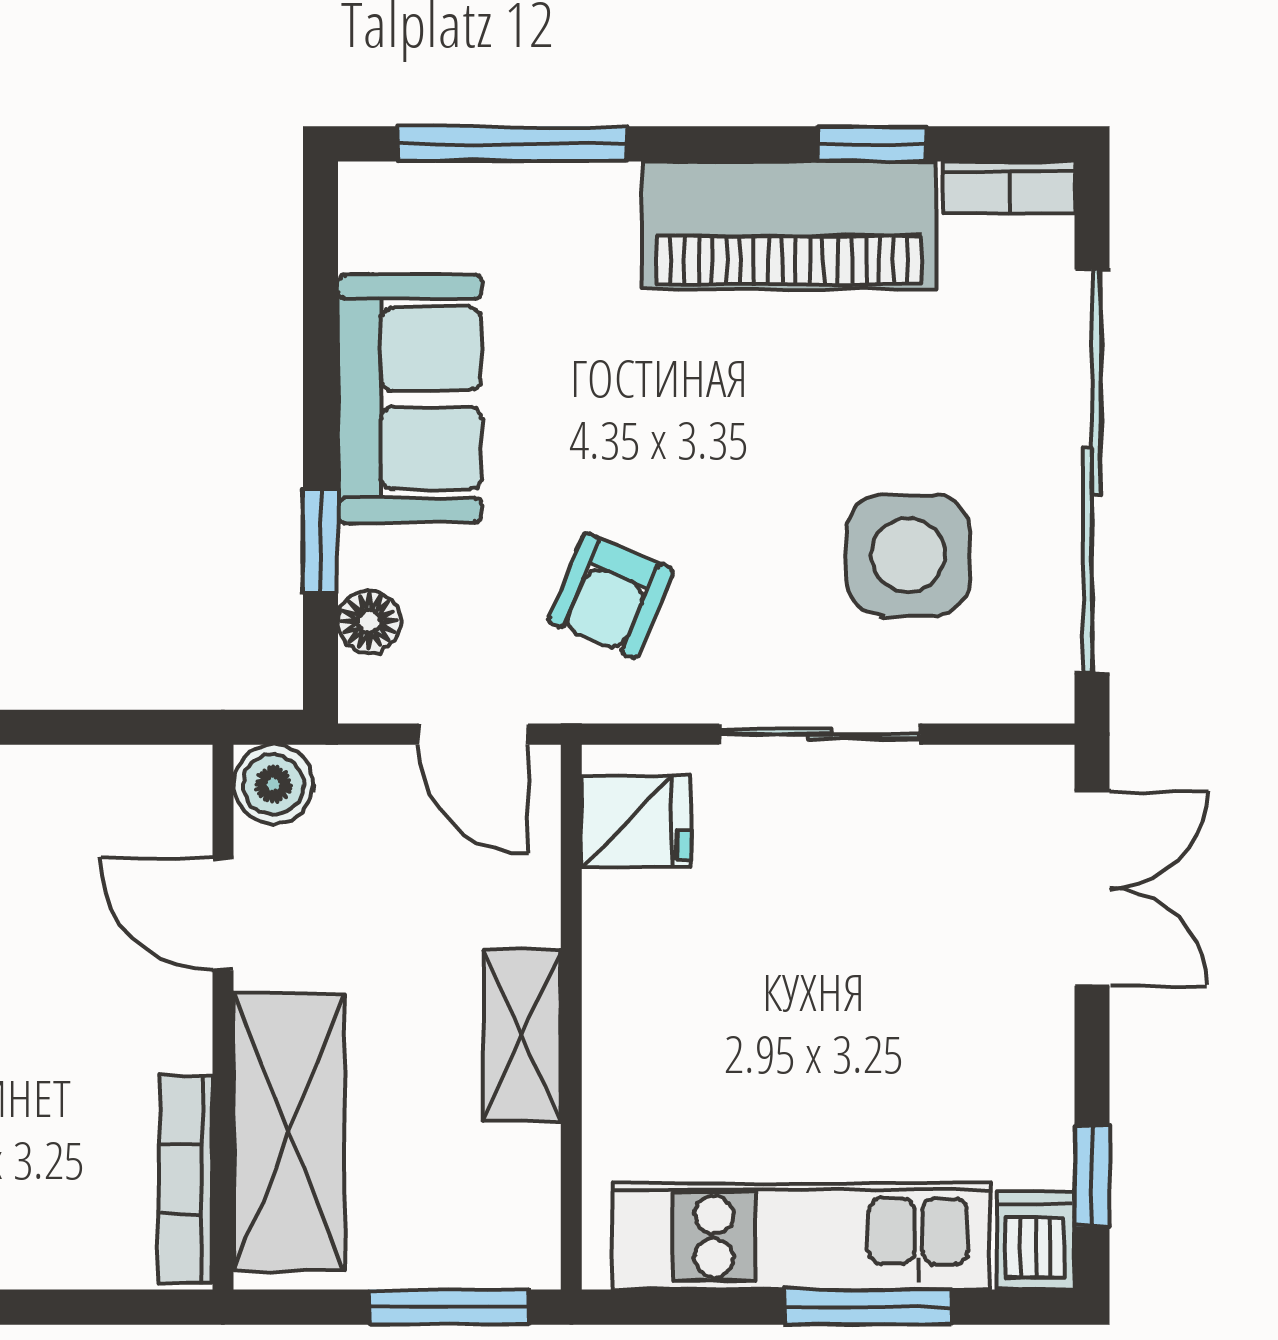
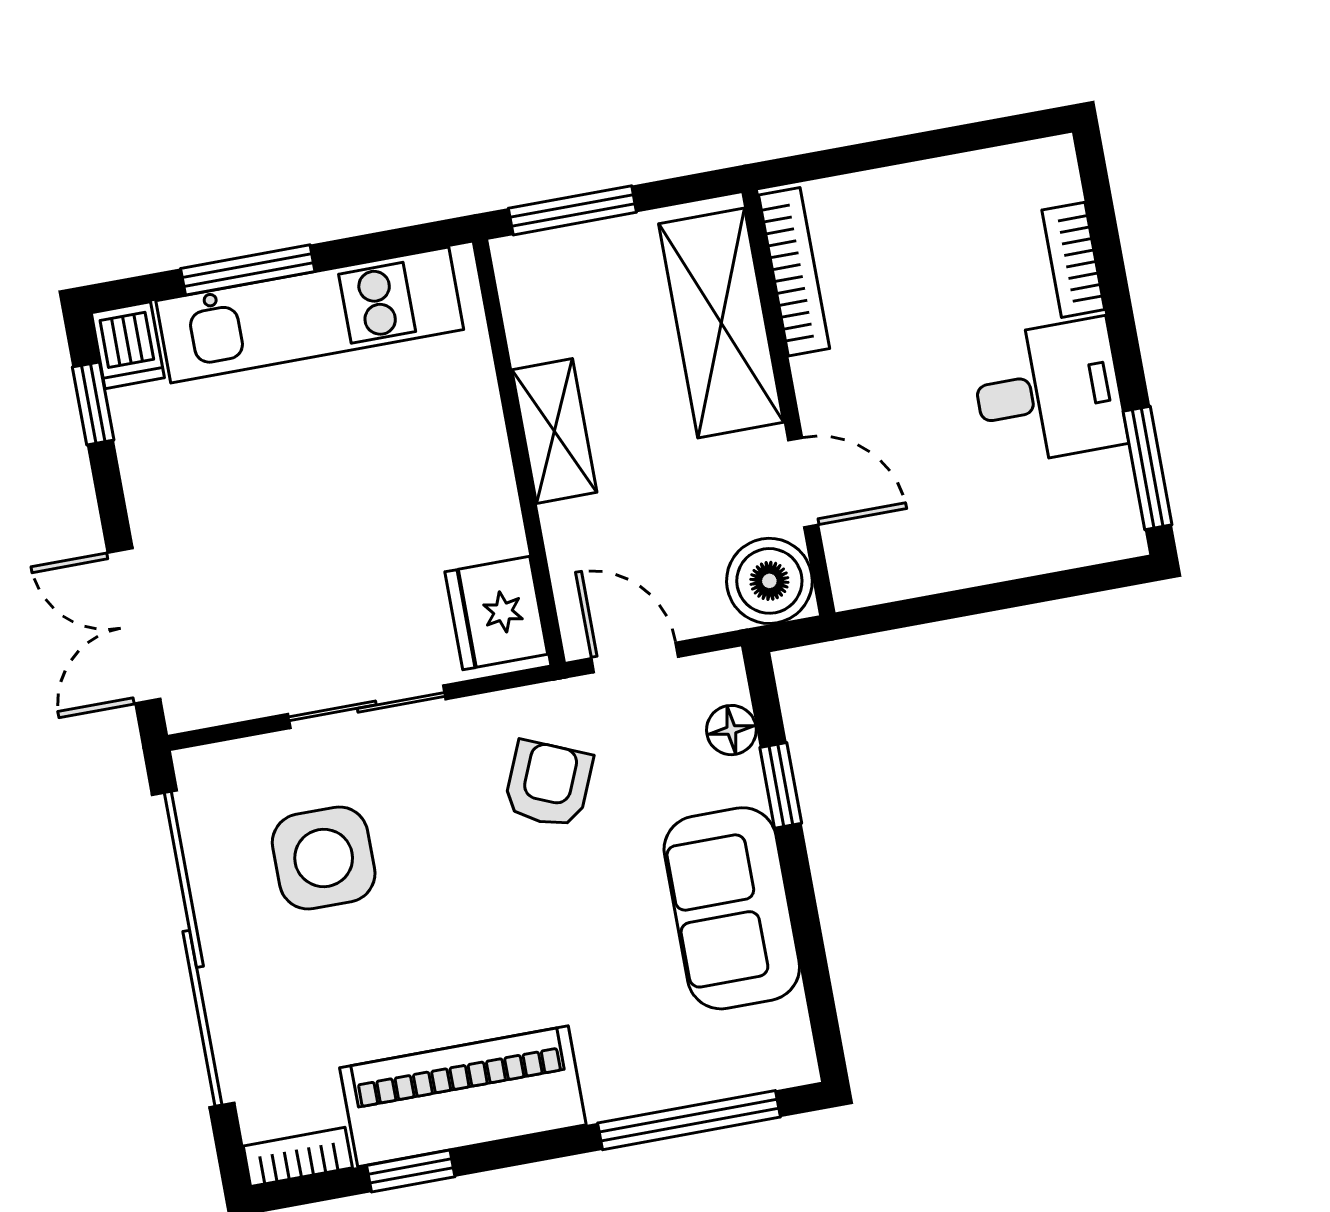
boiler: (273, 784) -> (769, 581), width x1.36, depth x1.36
fridge: (636, 821) -> (496, 613), width x1.38

